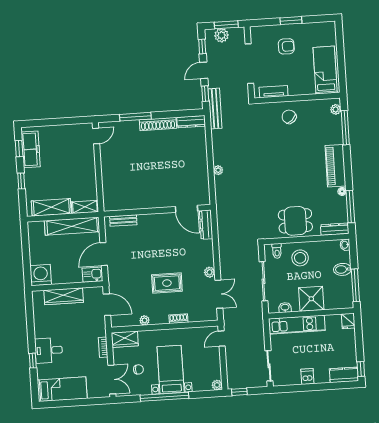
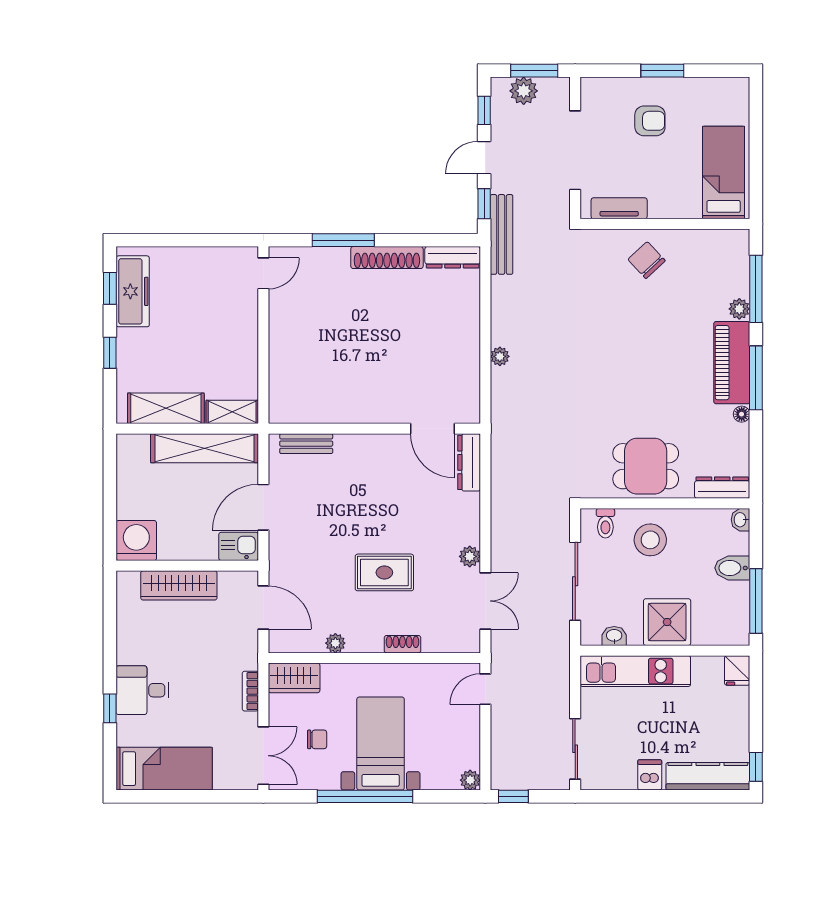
plant: (336, 109) -> (739, 309), moved
window: (350, 207) -> (756, 378), moved
kitchen counter: (344, 375) -> (708, 776), width x1.50

